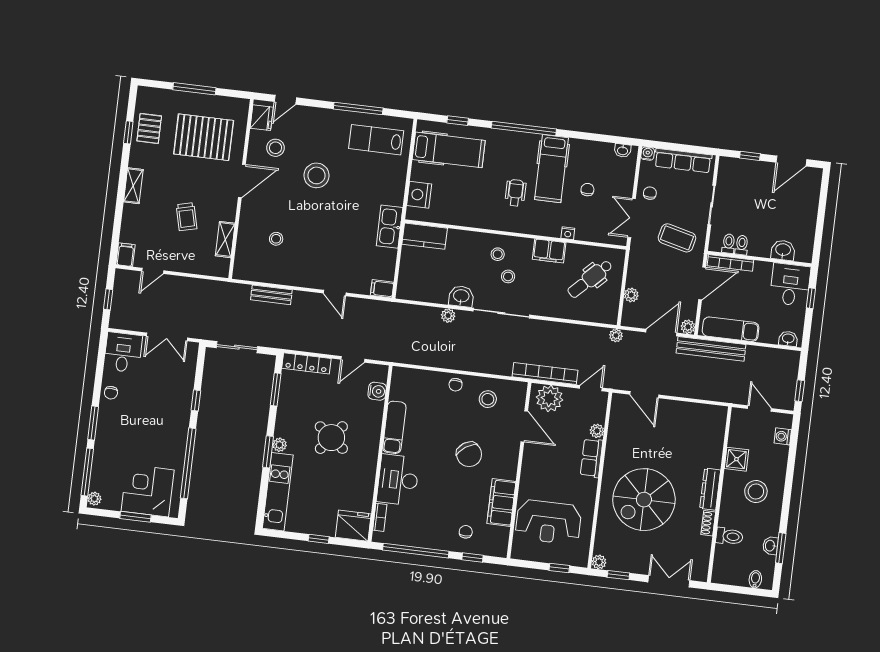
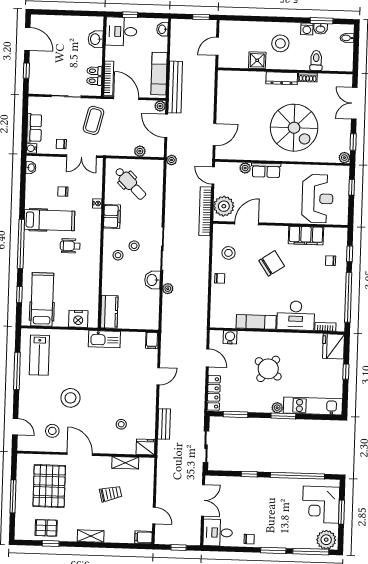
fridge: (262, 118) -> (145, 447), moved
row of seats: (683, 161) -> (34, 128), width x0.68
washing machine: (783, 436) -> (307, 29), moved
plant: (94, 499) -> (326, 540), width x1.87, depth x1.87

